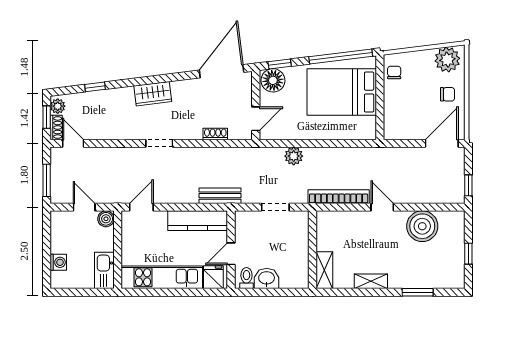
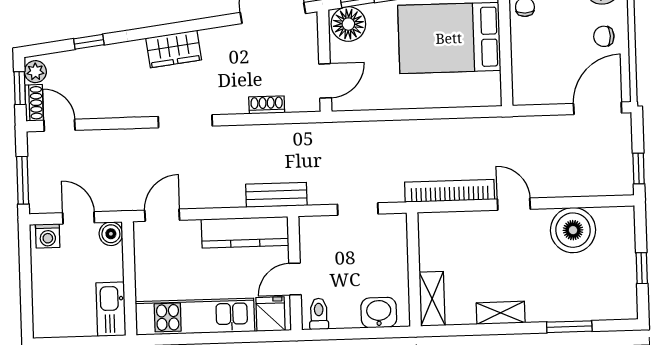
chair: (448, 94) -> (604, 36), turned 180
doorway: (159, 143) -> (185, 121), width x1.38
plant: (294, 156) -> (382, 134), removed
washing machine: (58, 262) -> (48, 236), moved, turned 90
washbasin: (267, 278) -> (379, 313), moved

